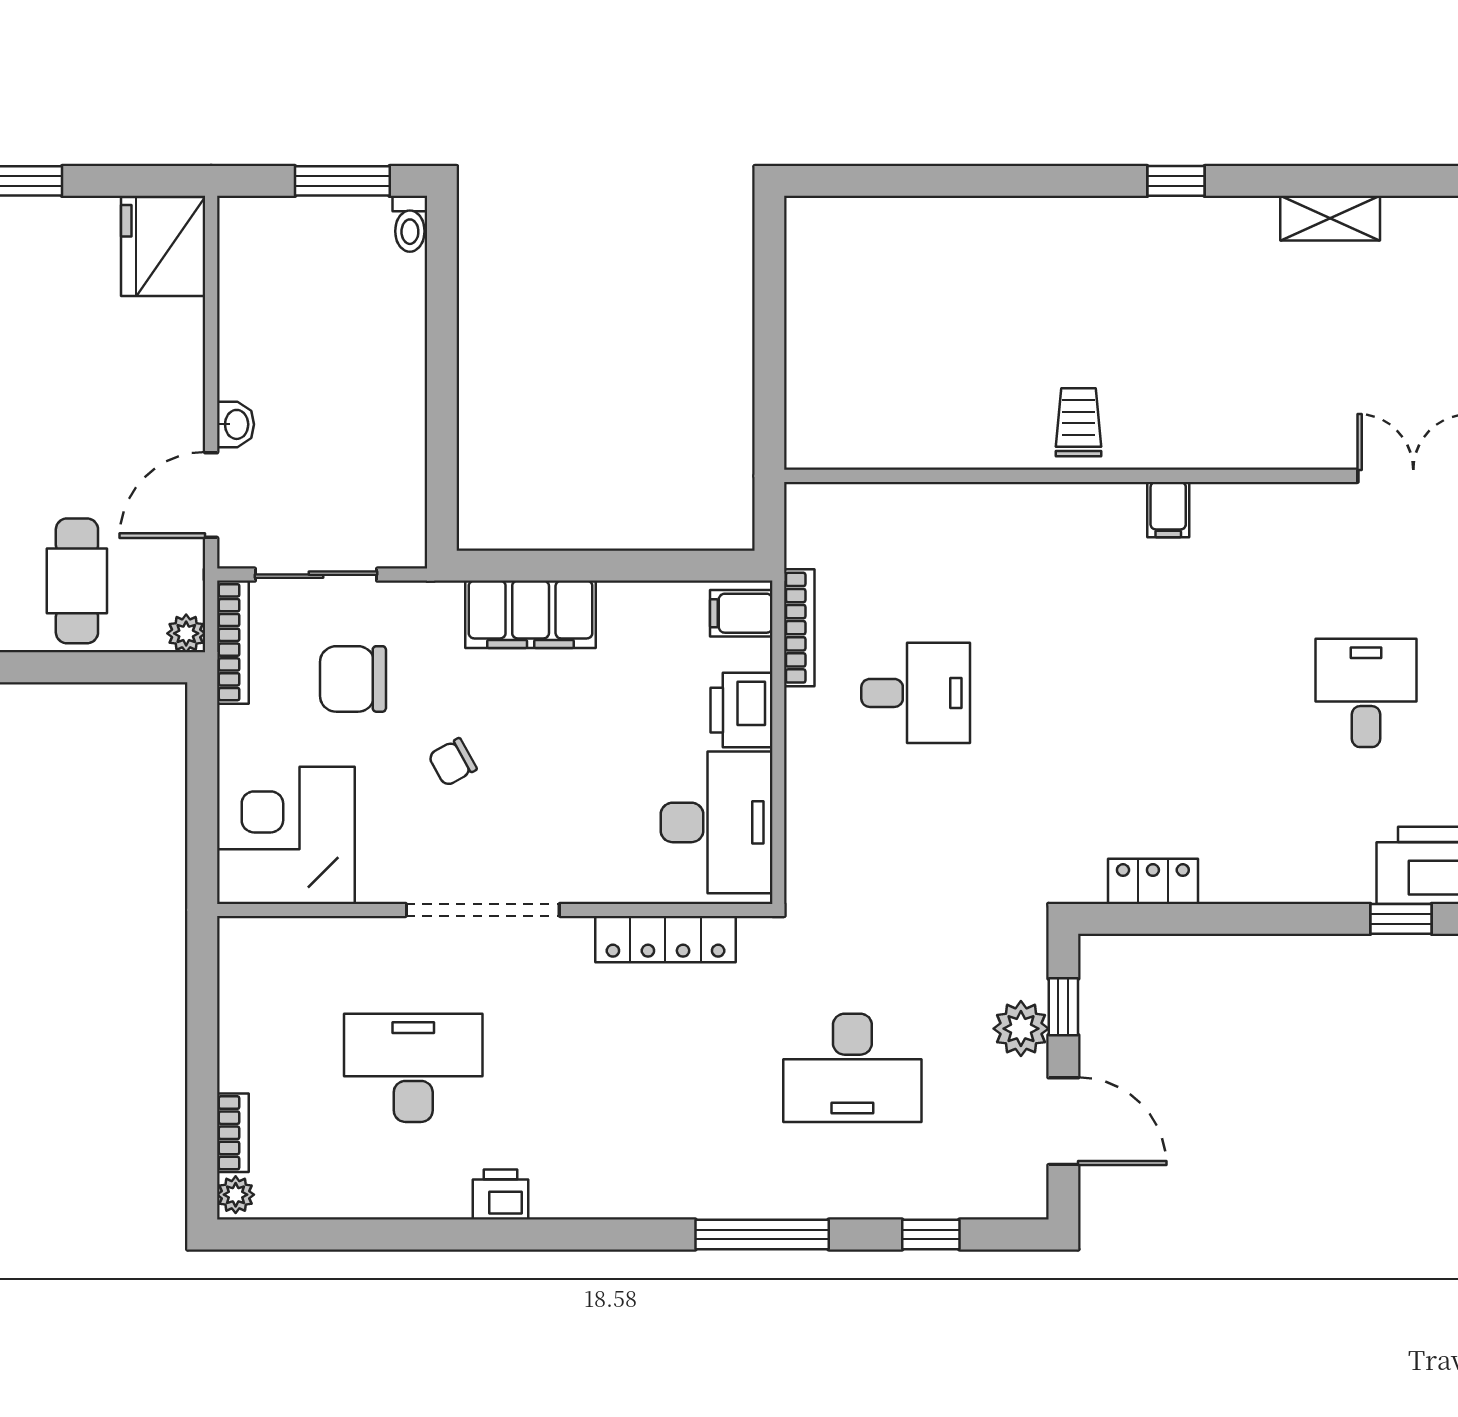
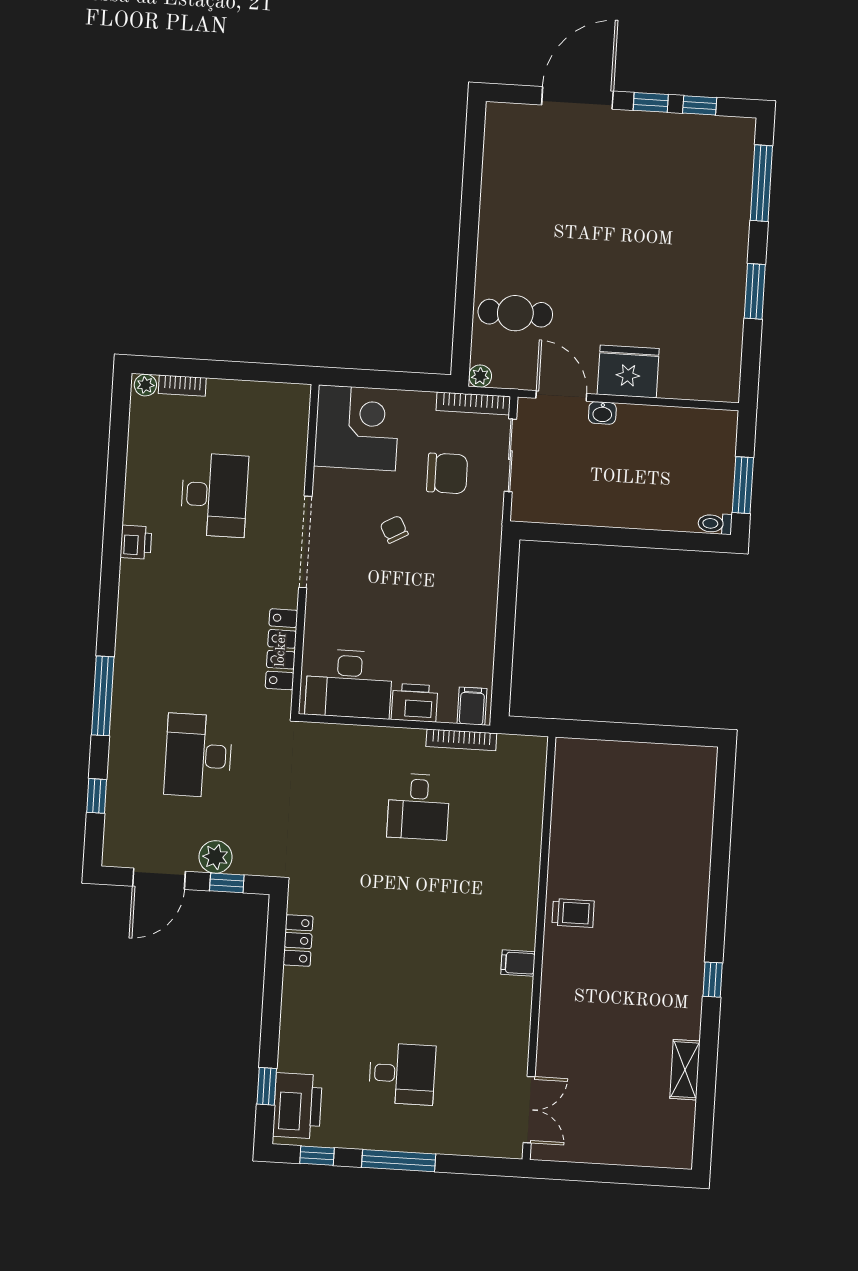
fridge: (163, 247) -> (628, 371), moved
filing cabinet: (531, 614) -> (479, 581), removed
chair: (353, 679) -> (447, 473), turned 90

